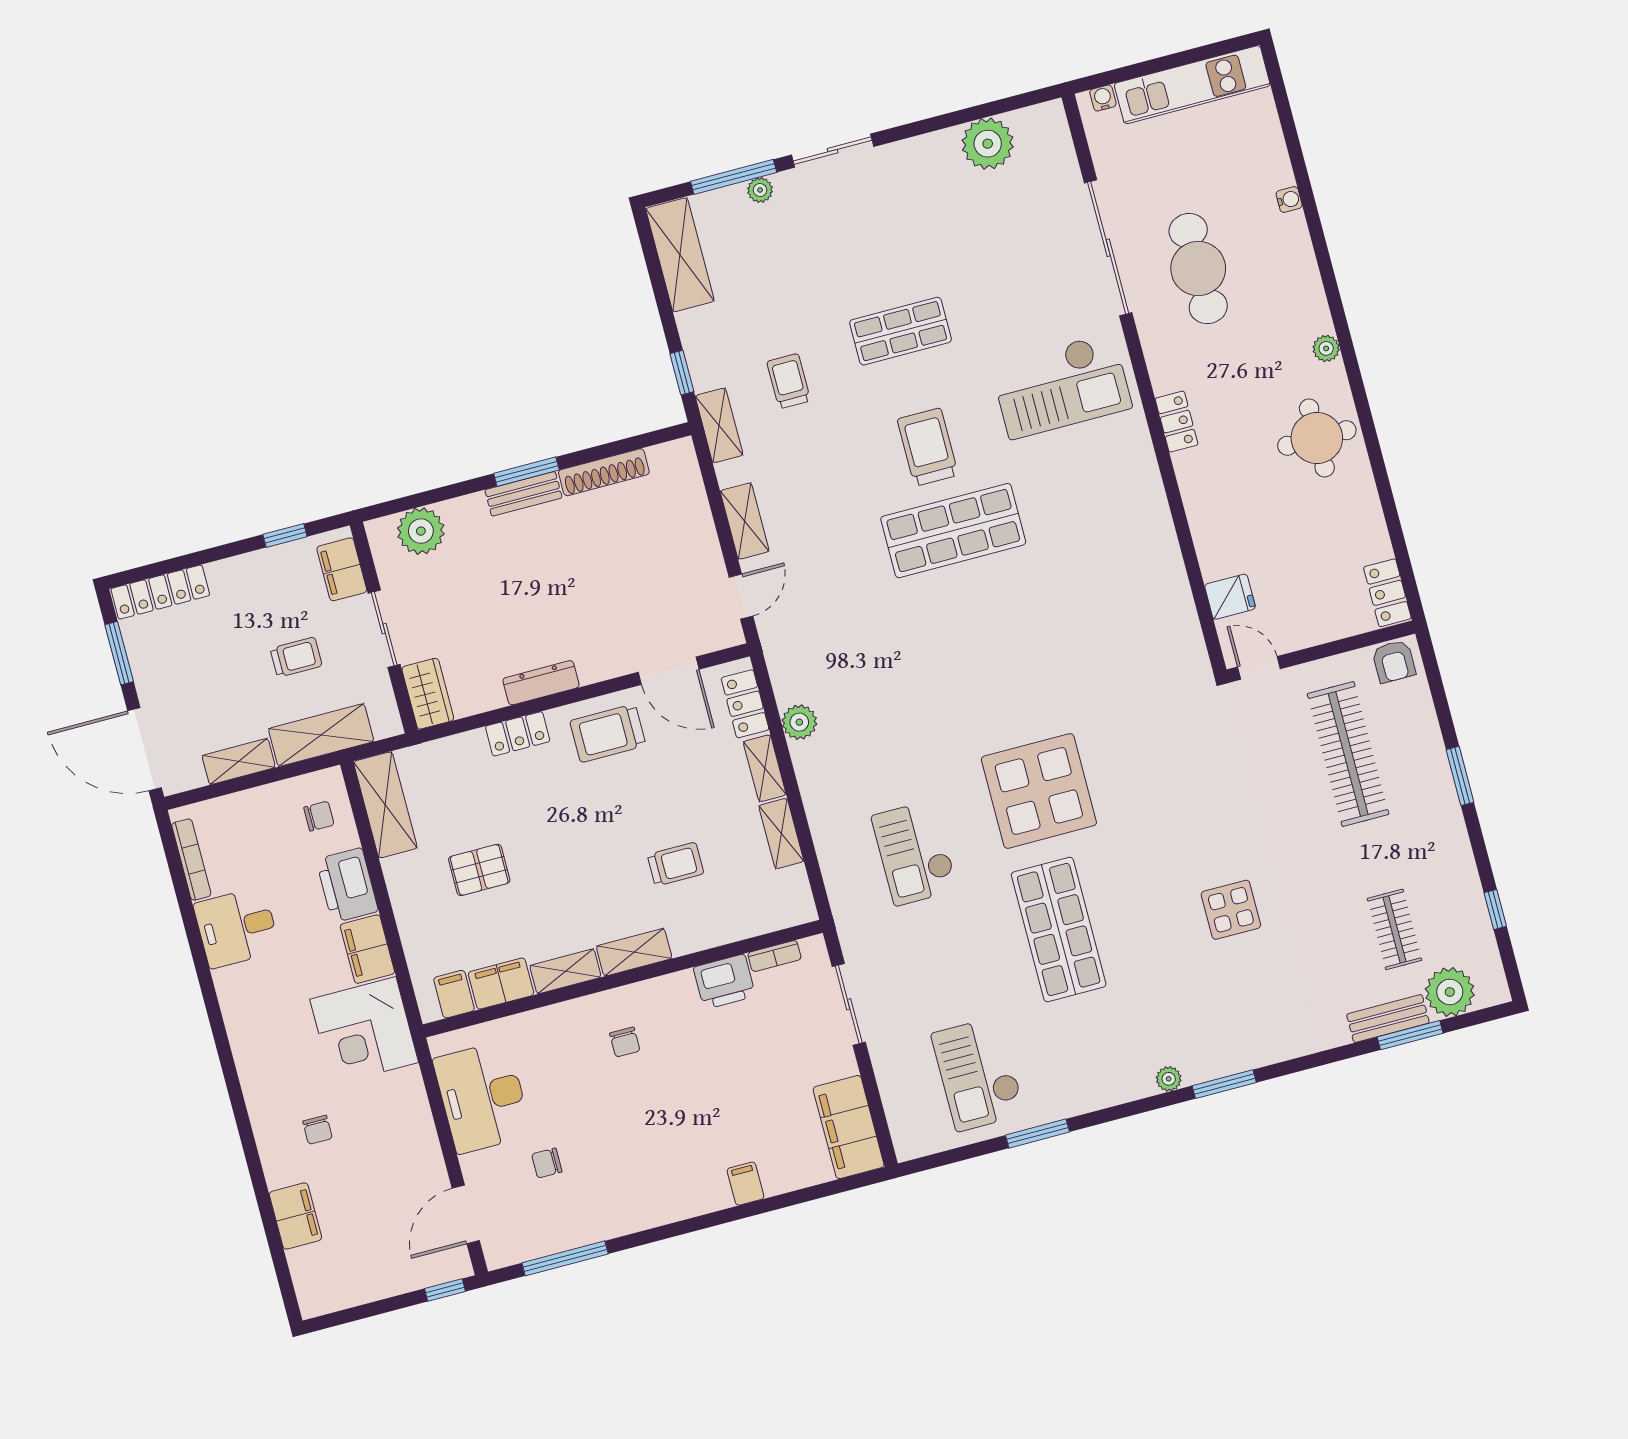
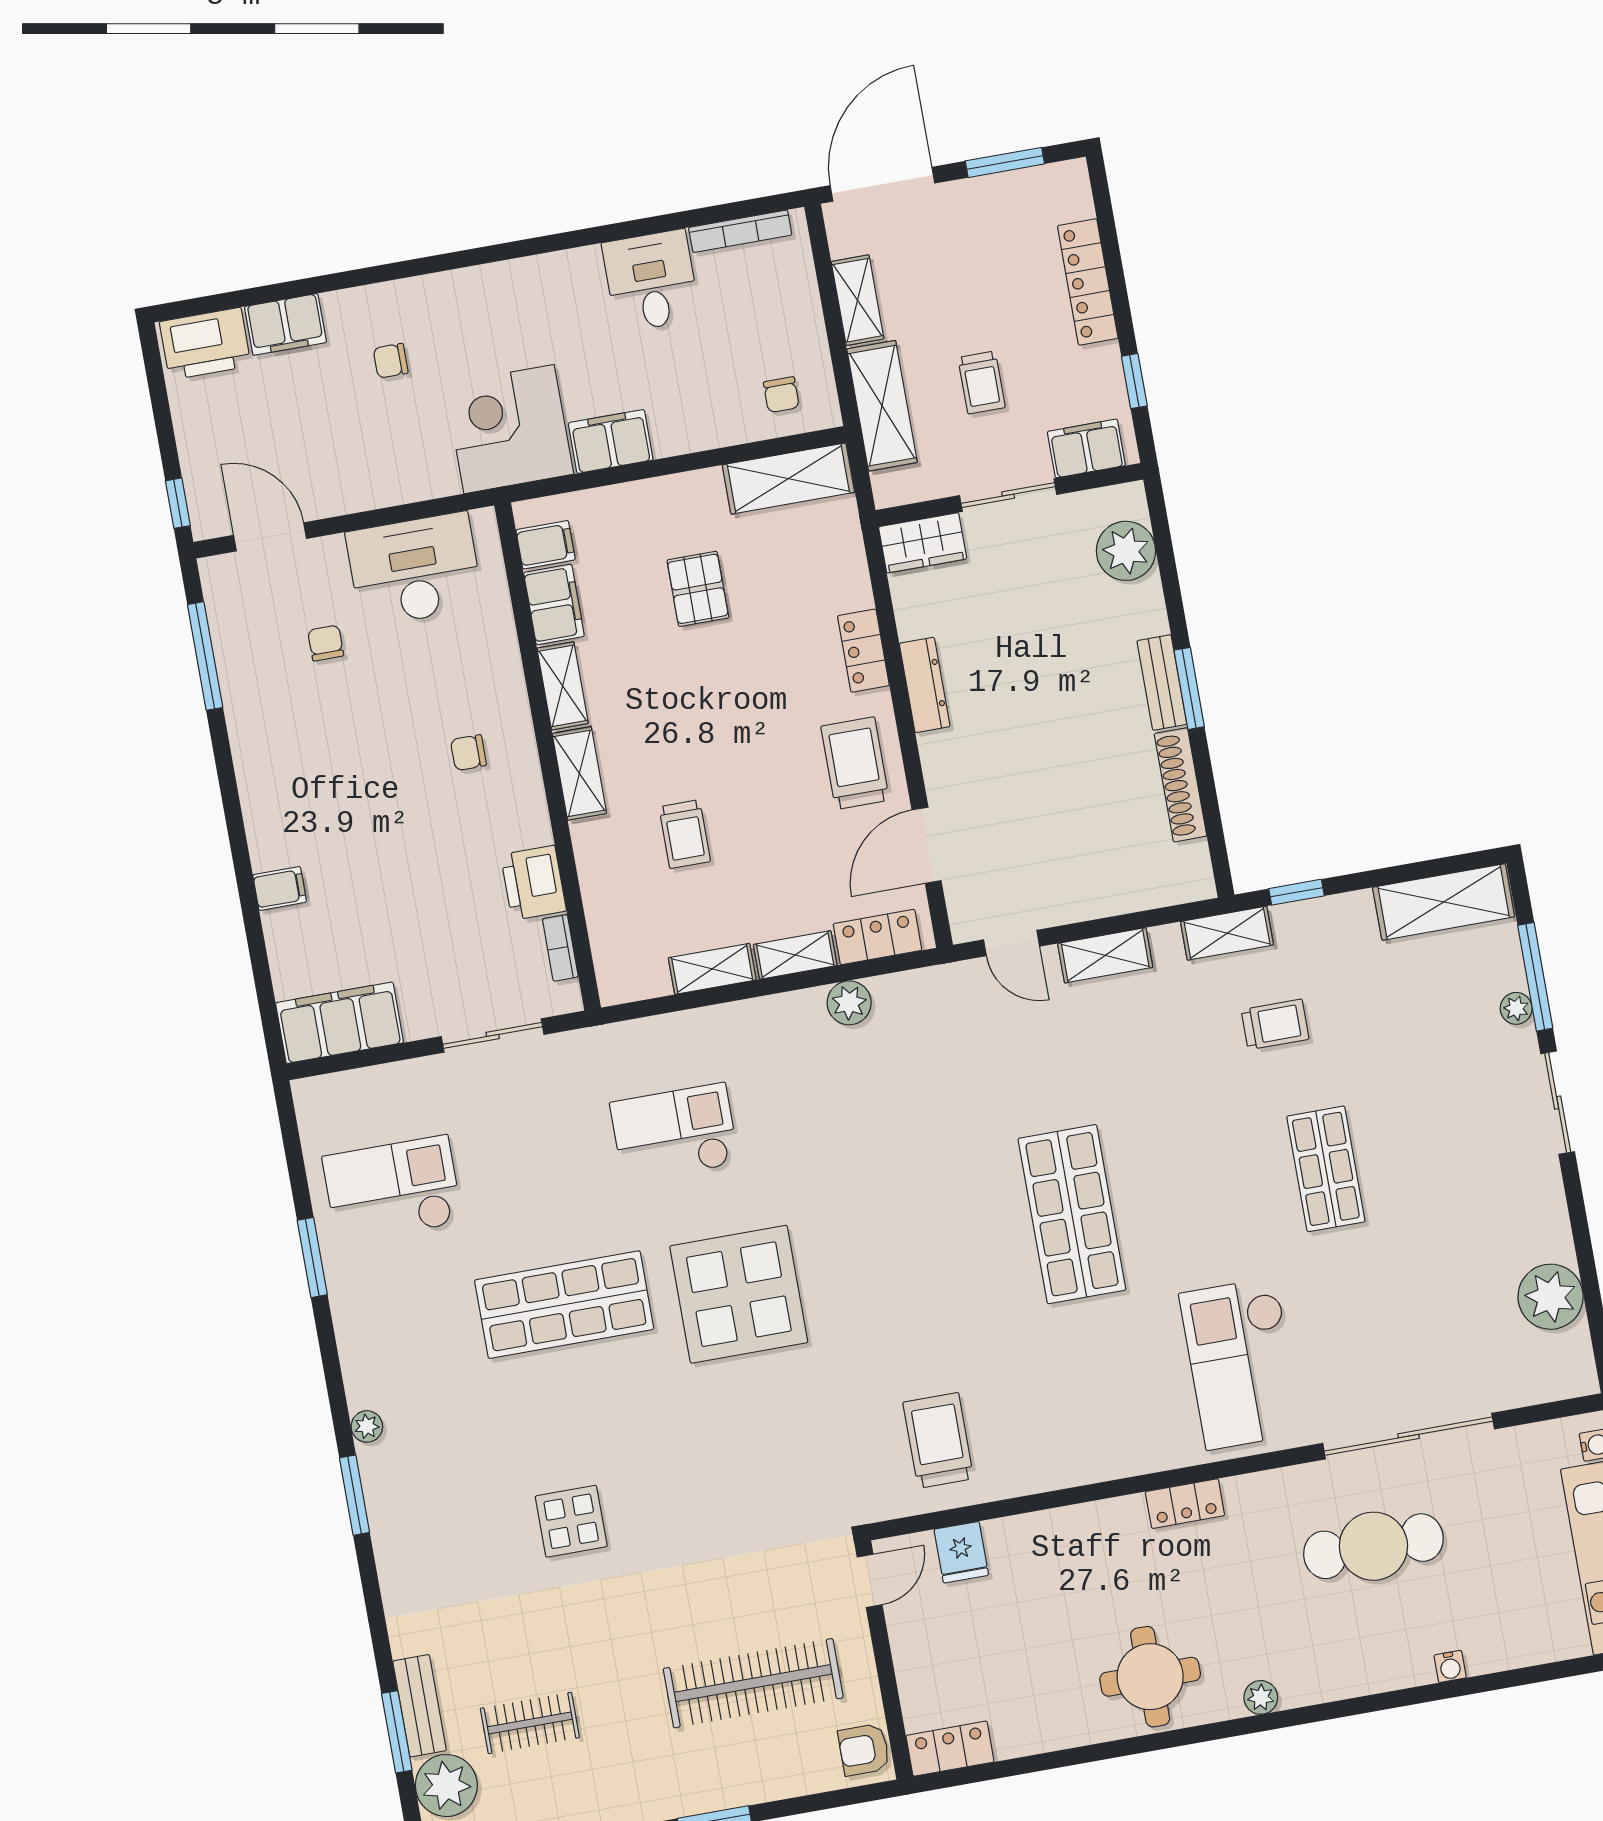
trolley: (928, 447) -> (938, 1440), moved, turned -90
locker: (160, 592) -> (1088, 282), moved
printer: (347, 885) -> (205, 344), moved, turned 180

